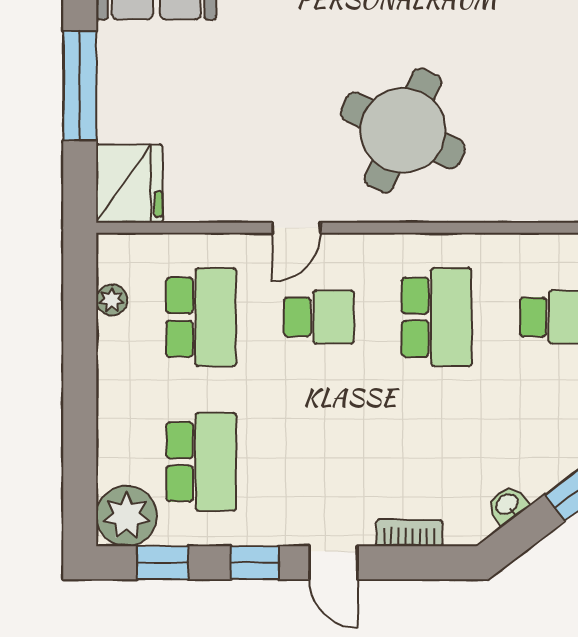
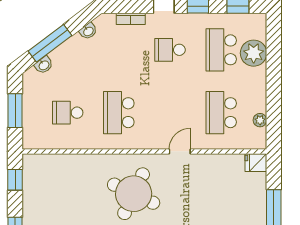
fridge: (129, 184) -> (256, 163), width x0.53, depth x0.75
school desk: (319, 317) -> (170, 50), moved
plant: (127, 516) -> (254, 53), moved

